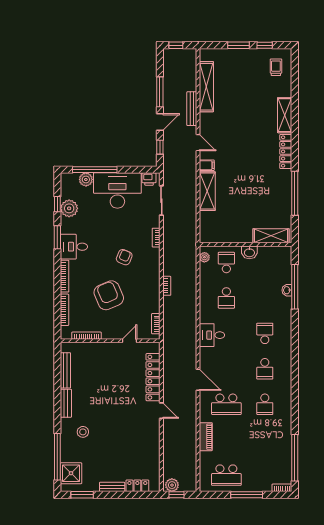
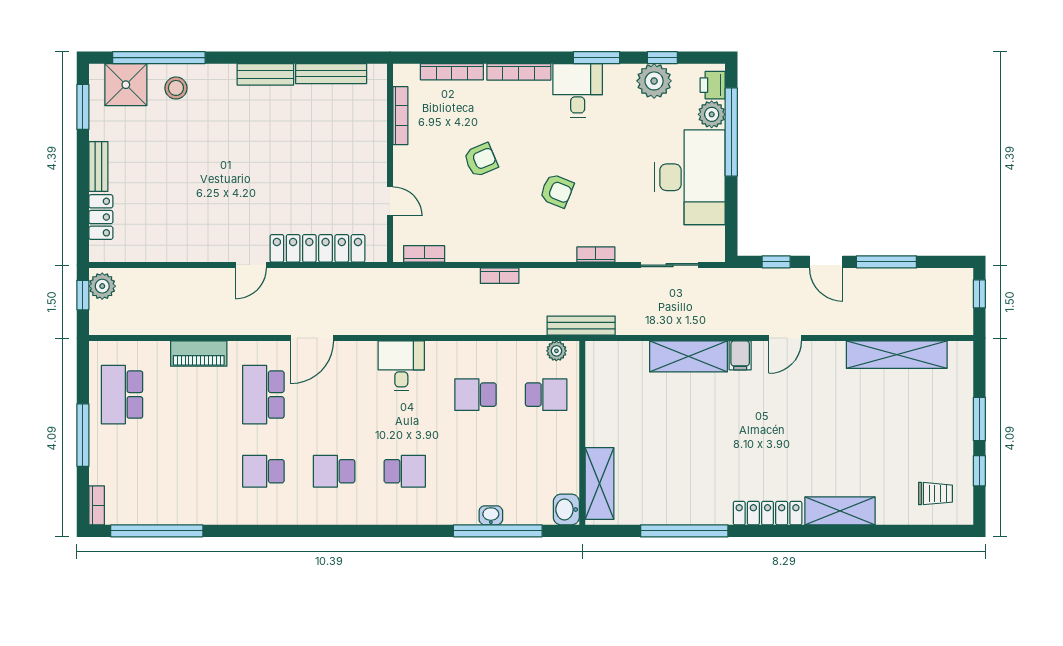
bench: (192, 109) -> (581, 326), moved
printer: (149, 179) -> (713, 85), moved
washbasin: (249, 252) -> (566, 509), moved
armchair: (109, 295) -> (481, 160), width x0.53, depth x0.53
stool: (83, 432) -> (176, 88), moved

